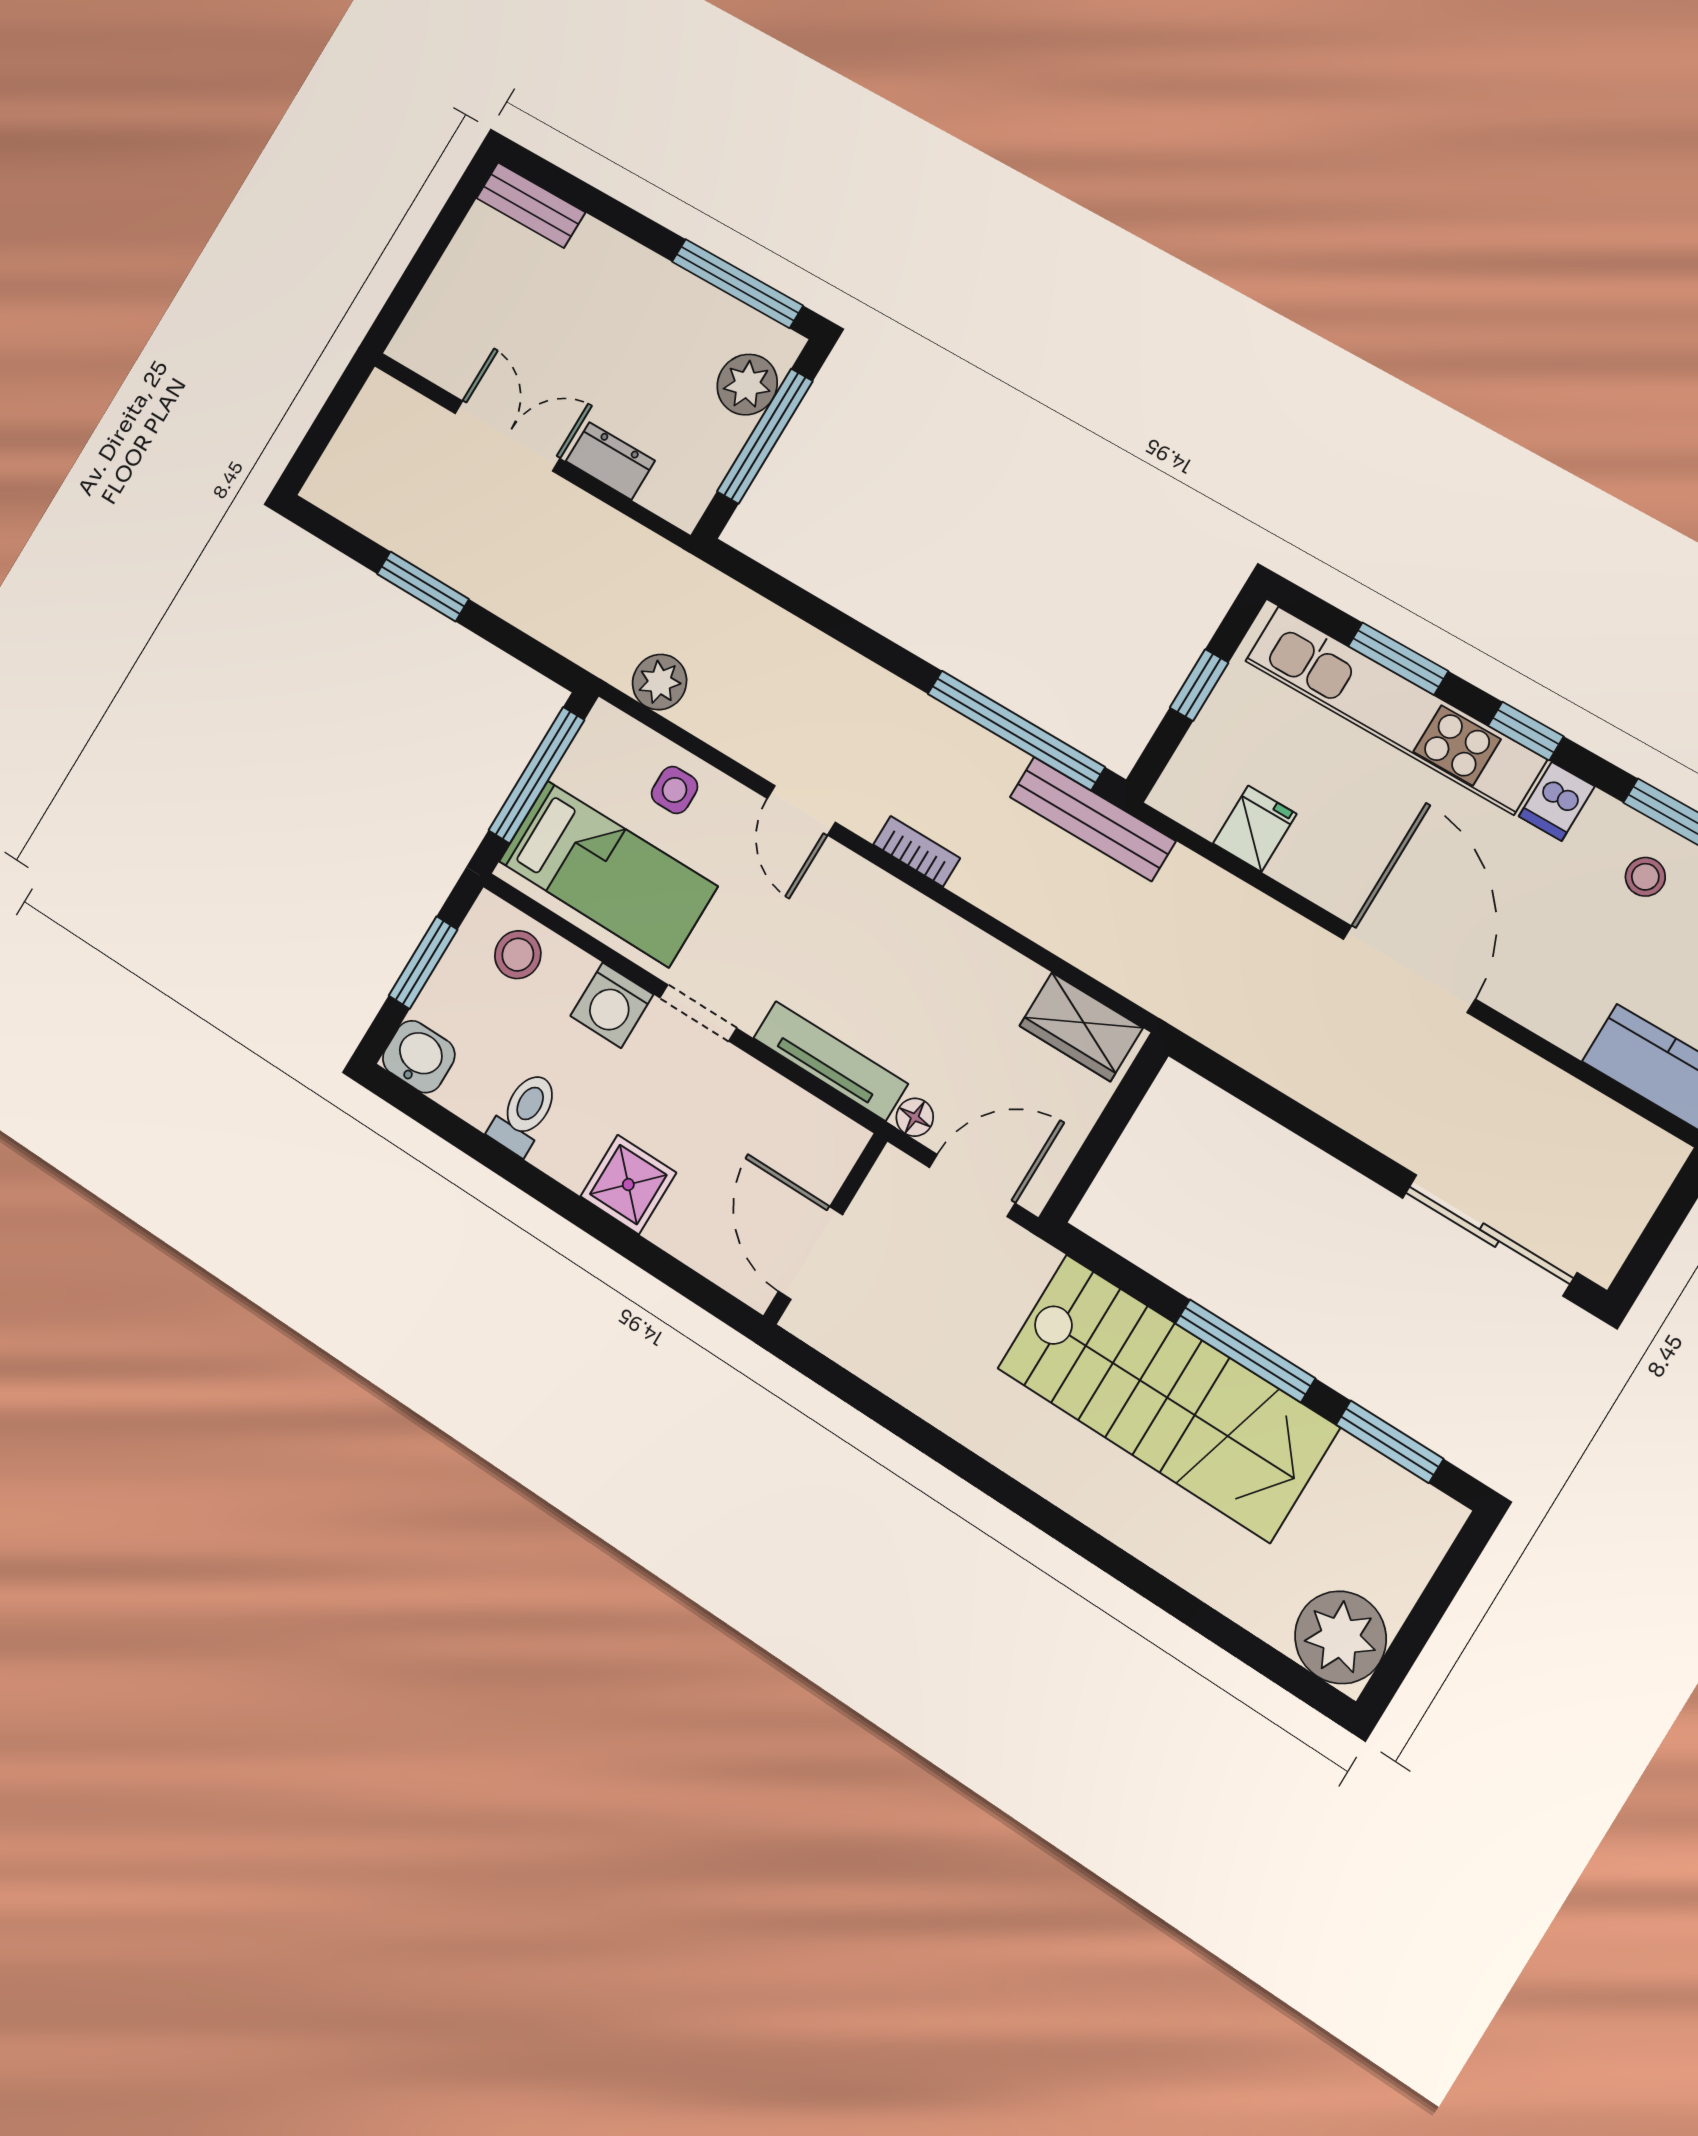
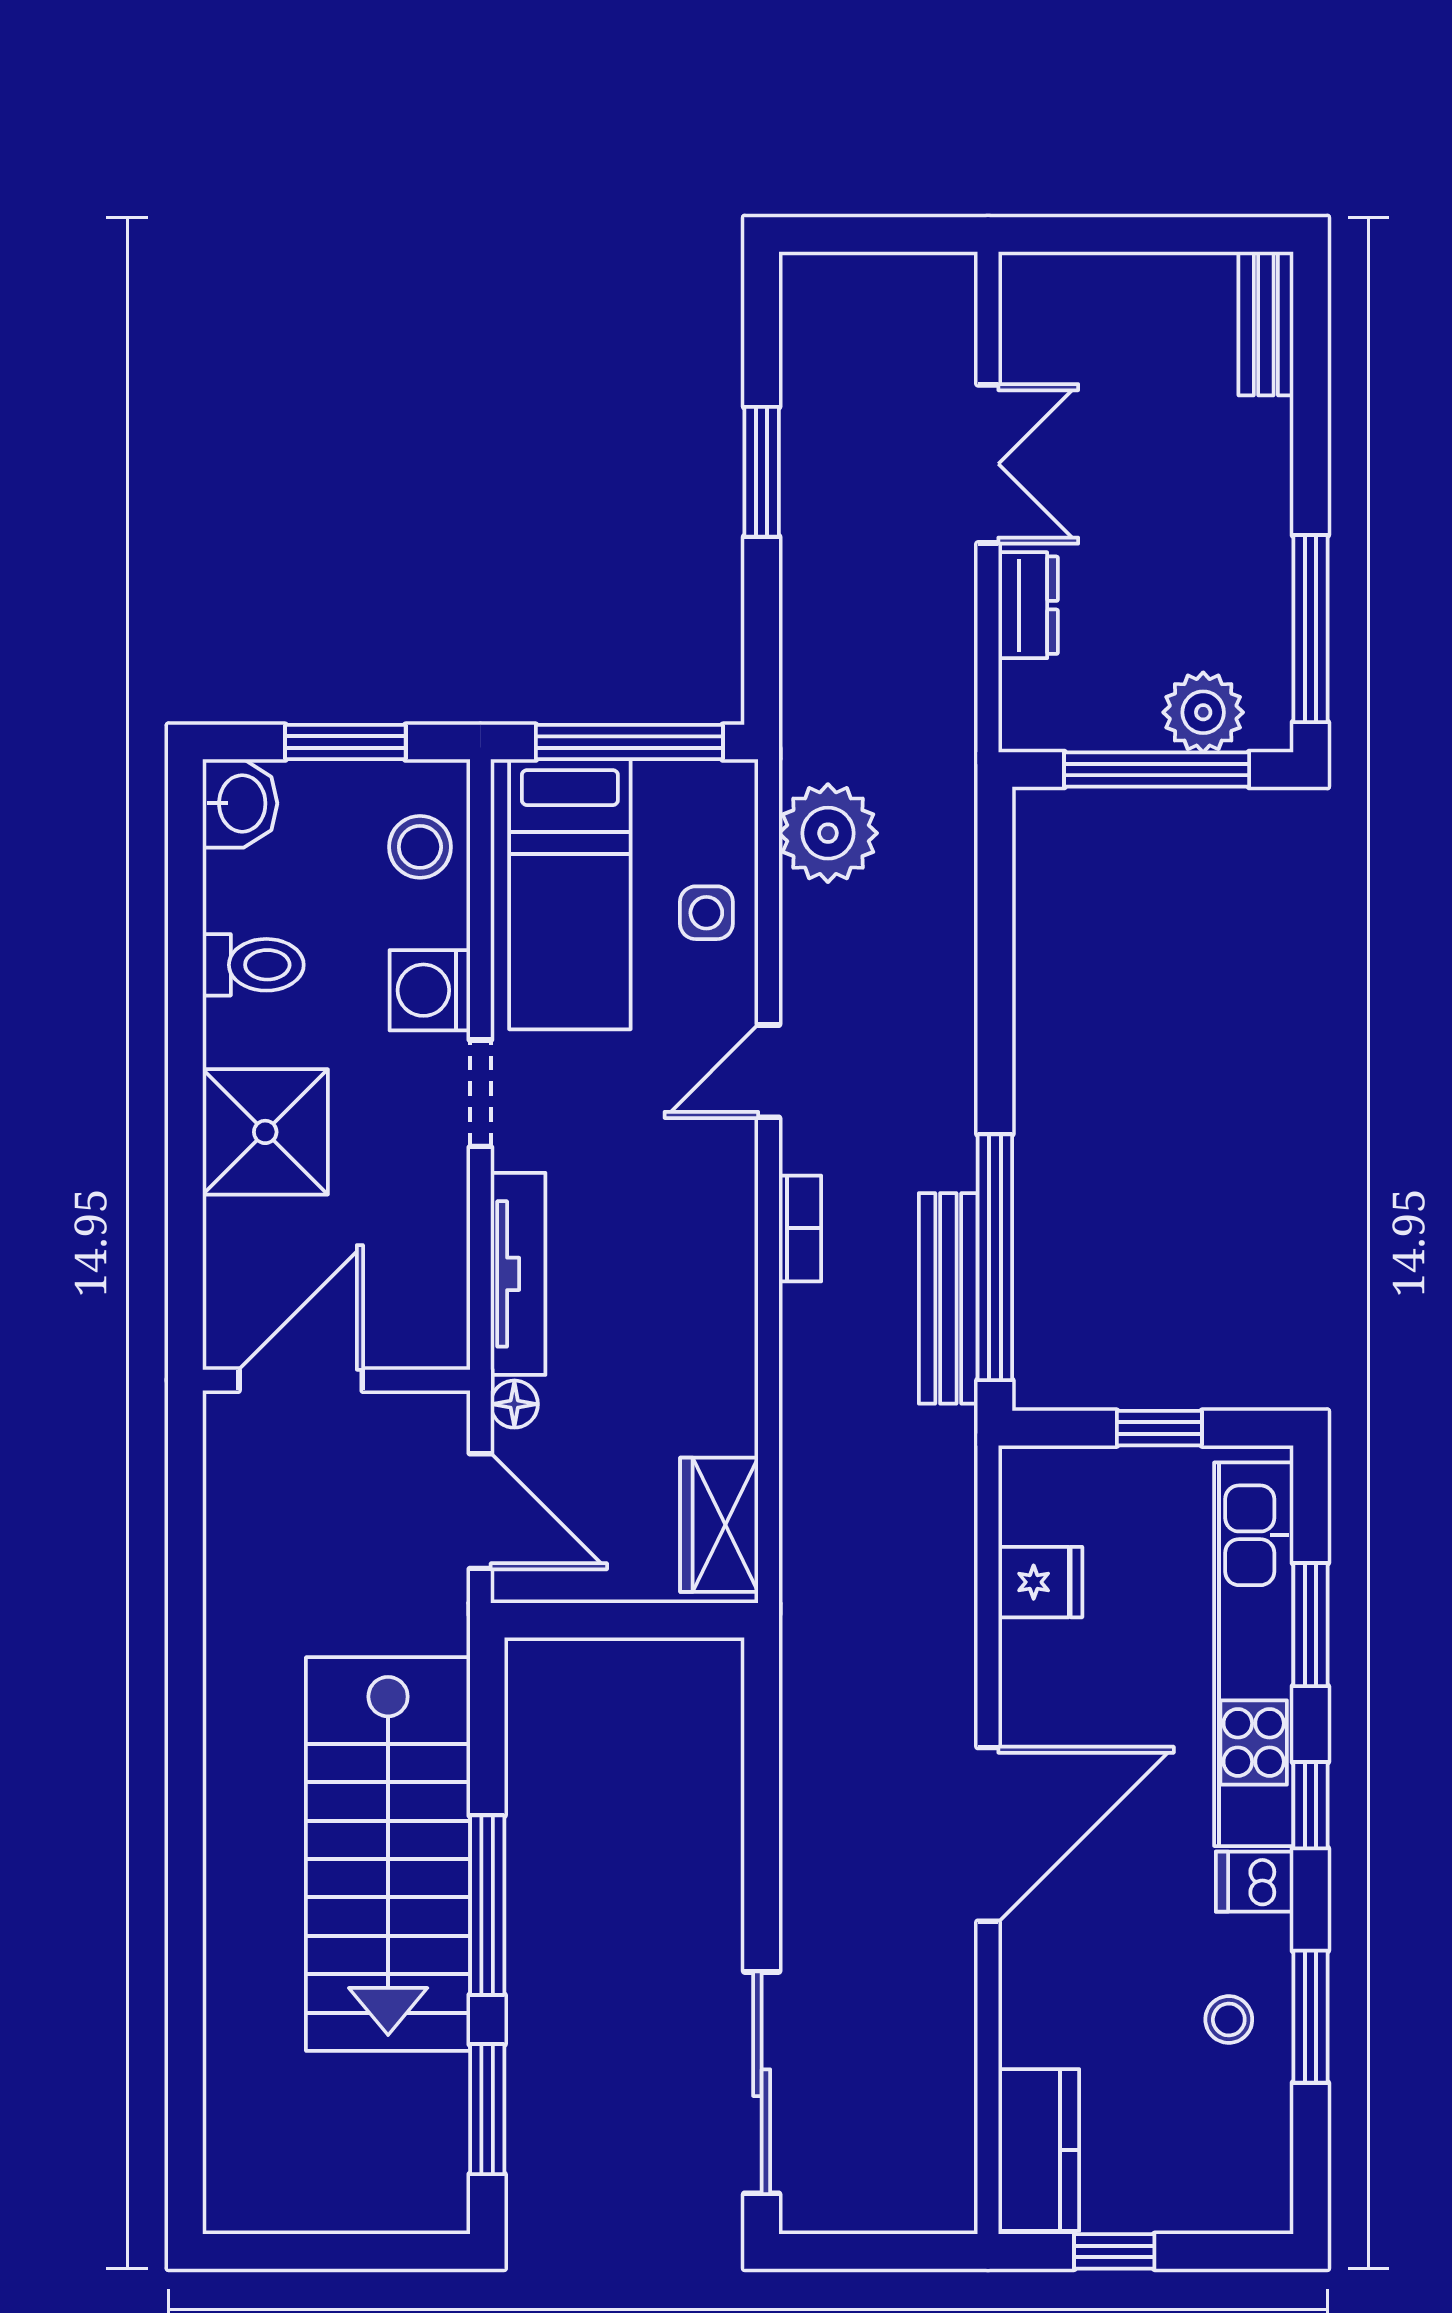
plant: (660, 682) -> (828, 833), width x1.36, depth x1.36
bench: (1093, 819) -> (948, 1298), moved
shower: (628, 1185) -> (265, 1132), width x1.36, depth x1.36
plant: (1340, 1637) -> (257, 2180), removed

